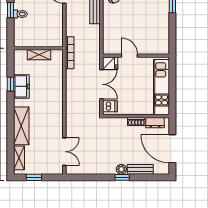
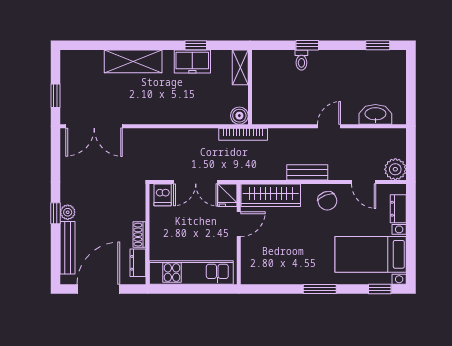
wardrobe: (110, 34) -> (271, 195), added
shelving: (39, 55) -> (240, 67), moved
boiler: (57, 55) -> (239, 116), added
double door: (64, 152) -> (94, 126), width x1.37
shelving: (19, 158) -> (85, 58), removed
bench: (140, 169) -> (68, 248), width x1.36
window: (34, 177) -> (55, 96), moved

